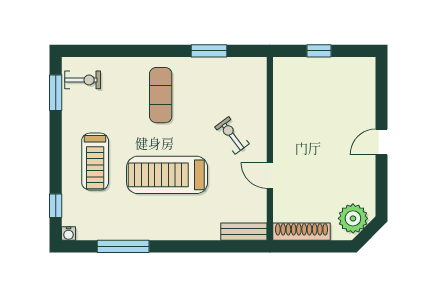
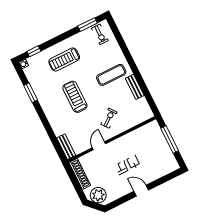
window: (209, 51) -> (144, 87), removed
window: (319, 51) -> (170, 140), width x2.17
bench: (201, 65) -> (135, 87), added
treadmill: (167, 175) -> (75, 97), width x0.73, depth x0.73
window: (123, 246) -> (31, 93), width x0.69

